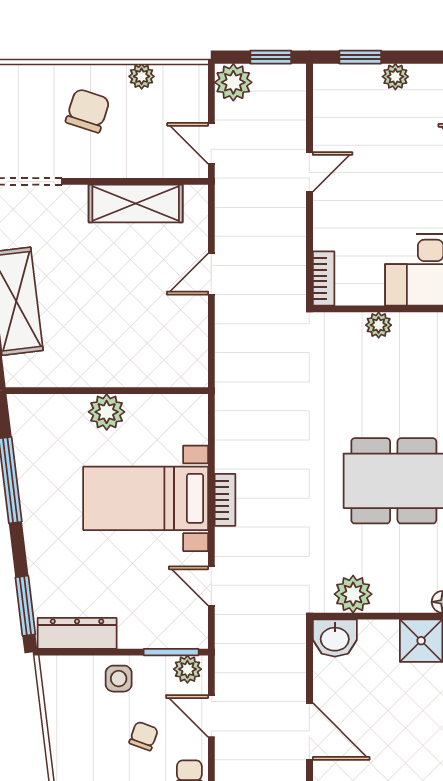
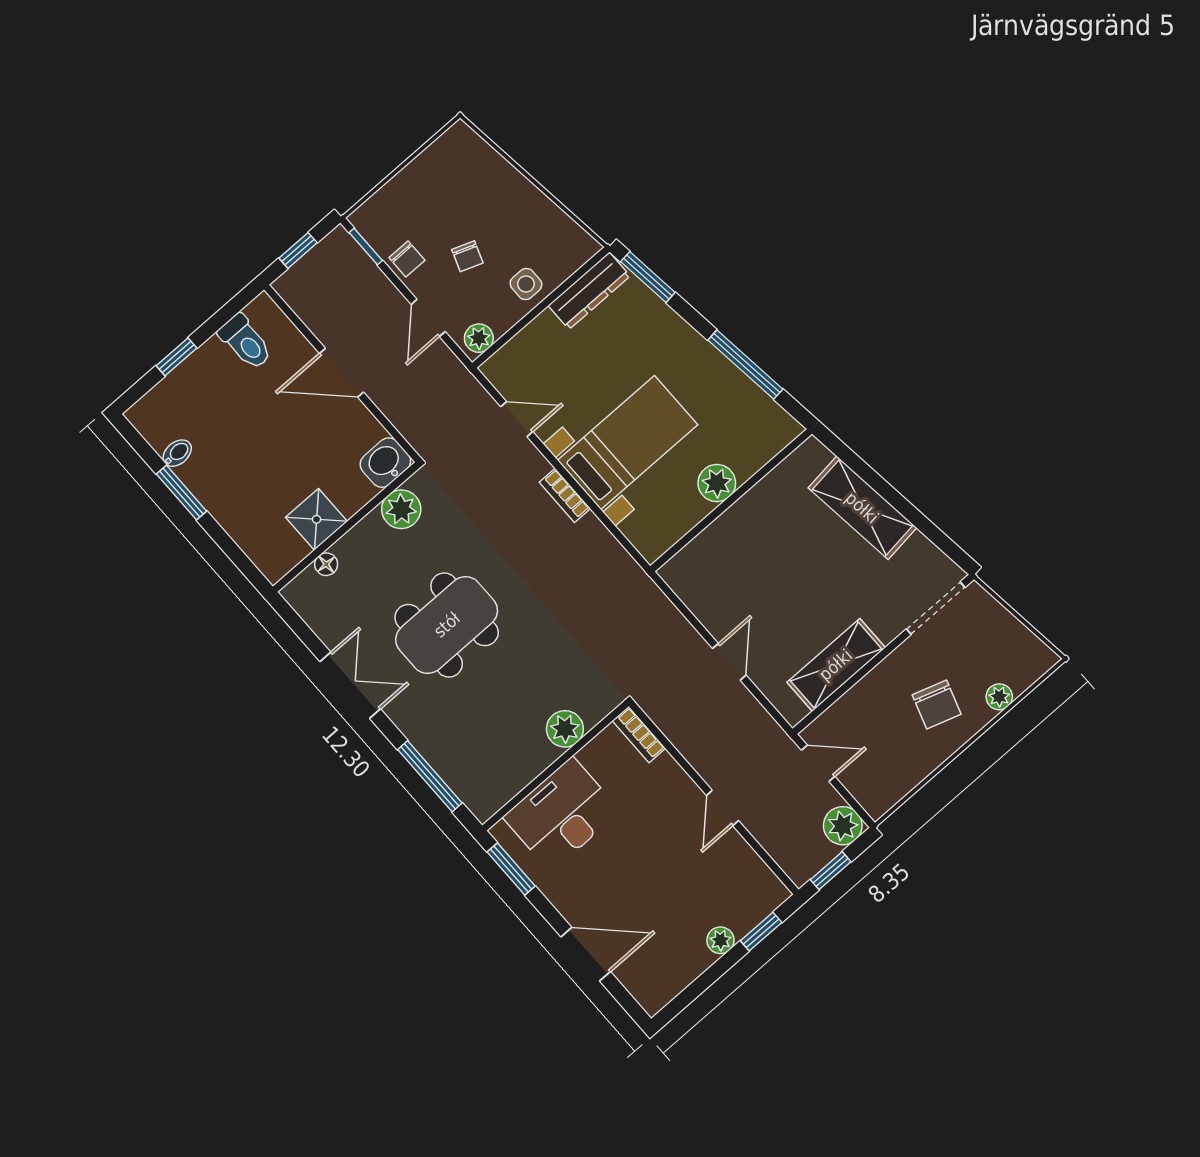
plant: (142, 76) -> (999, 697), moved
plant: (379, 325) -> (565, 729), width x1.38, depth x1.38
window: (171, 652) -> (503, 340), removed
door: (211, 716) -> (428, 318), swing flipped

